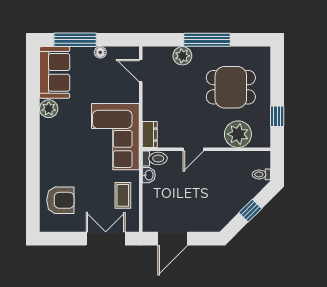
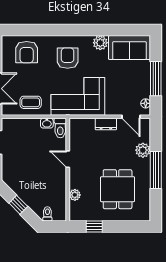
window: (75, 40) -> (156, 79), moved
floor lamp: (100, 52) -> (146, 103), moved
door: (141, 71) -> (131, 117), swing flipped
plant: (238, 134) -> (75, 195), width x0.53, depth x0.53
dresser: (150, 135) -> (106, 124), moved
armchair: (68, 149) -> (68, 58), added

